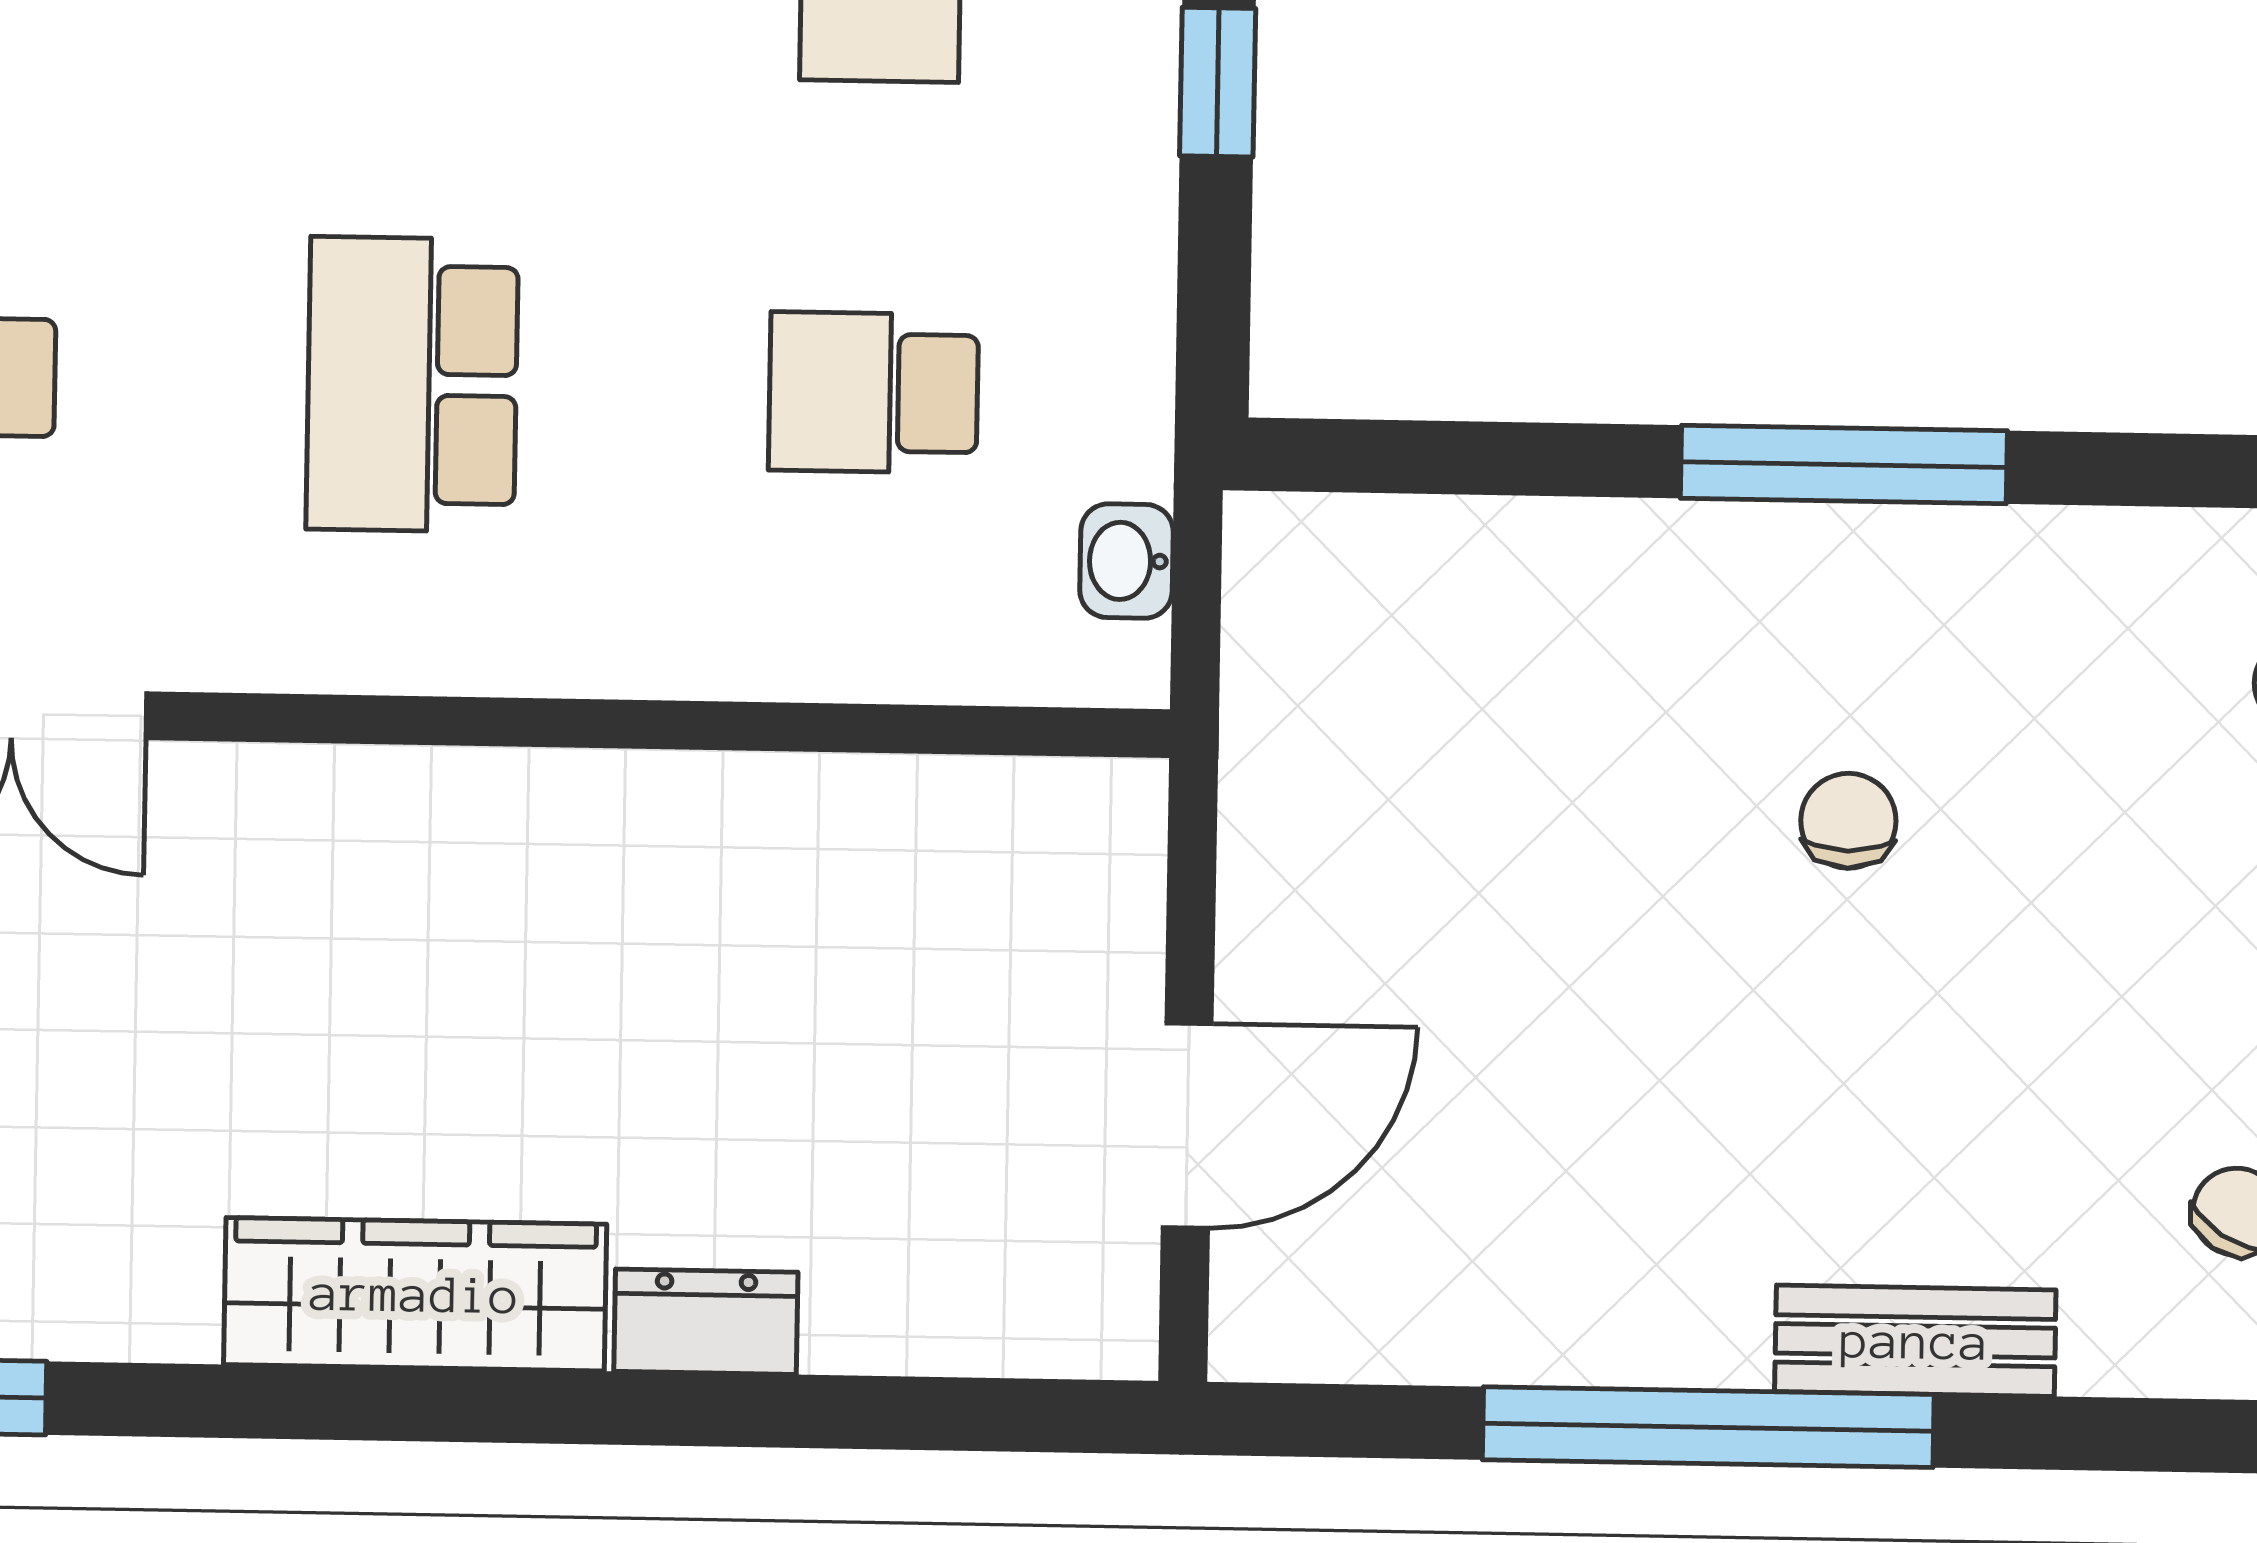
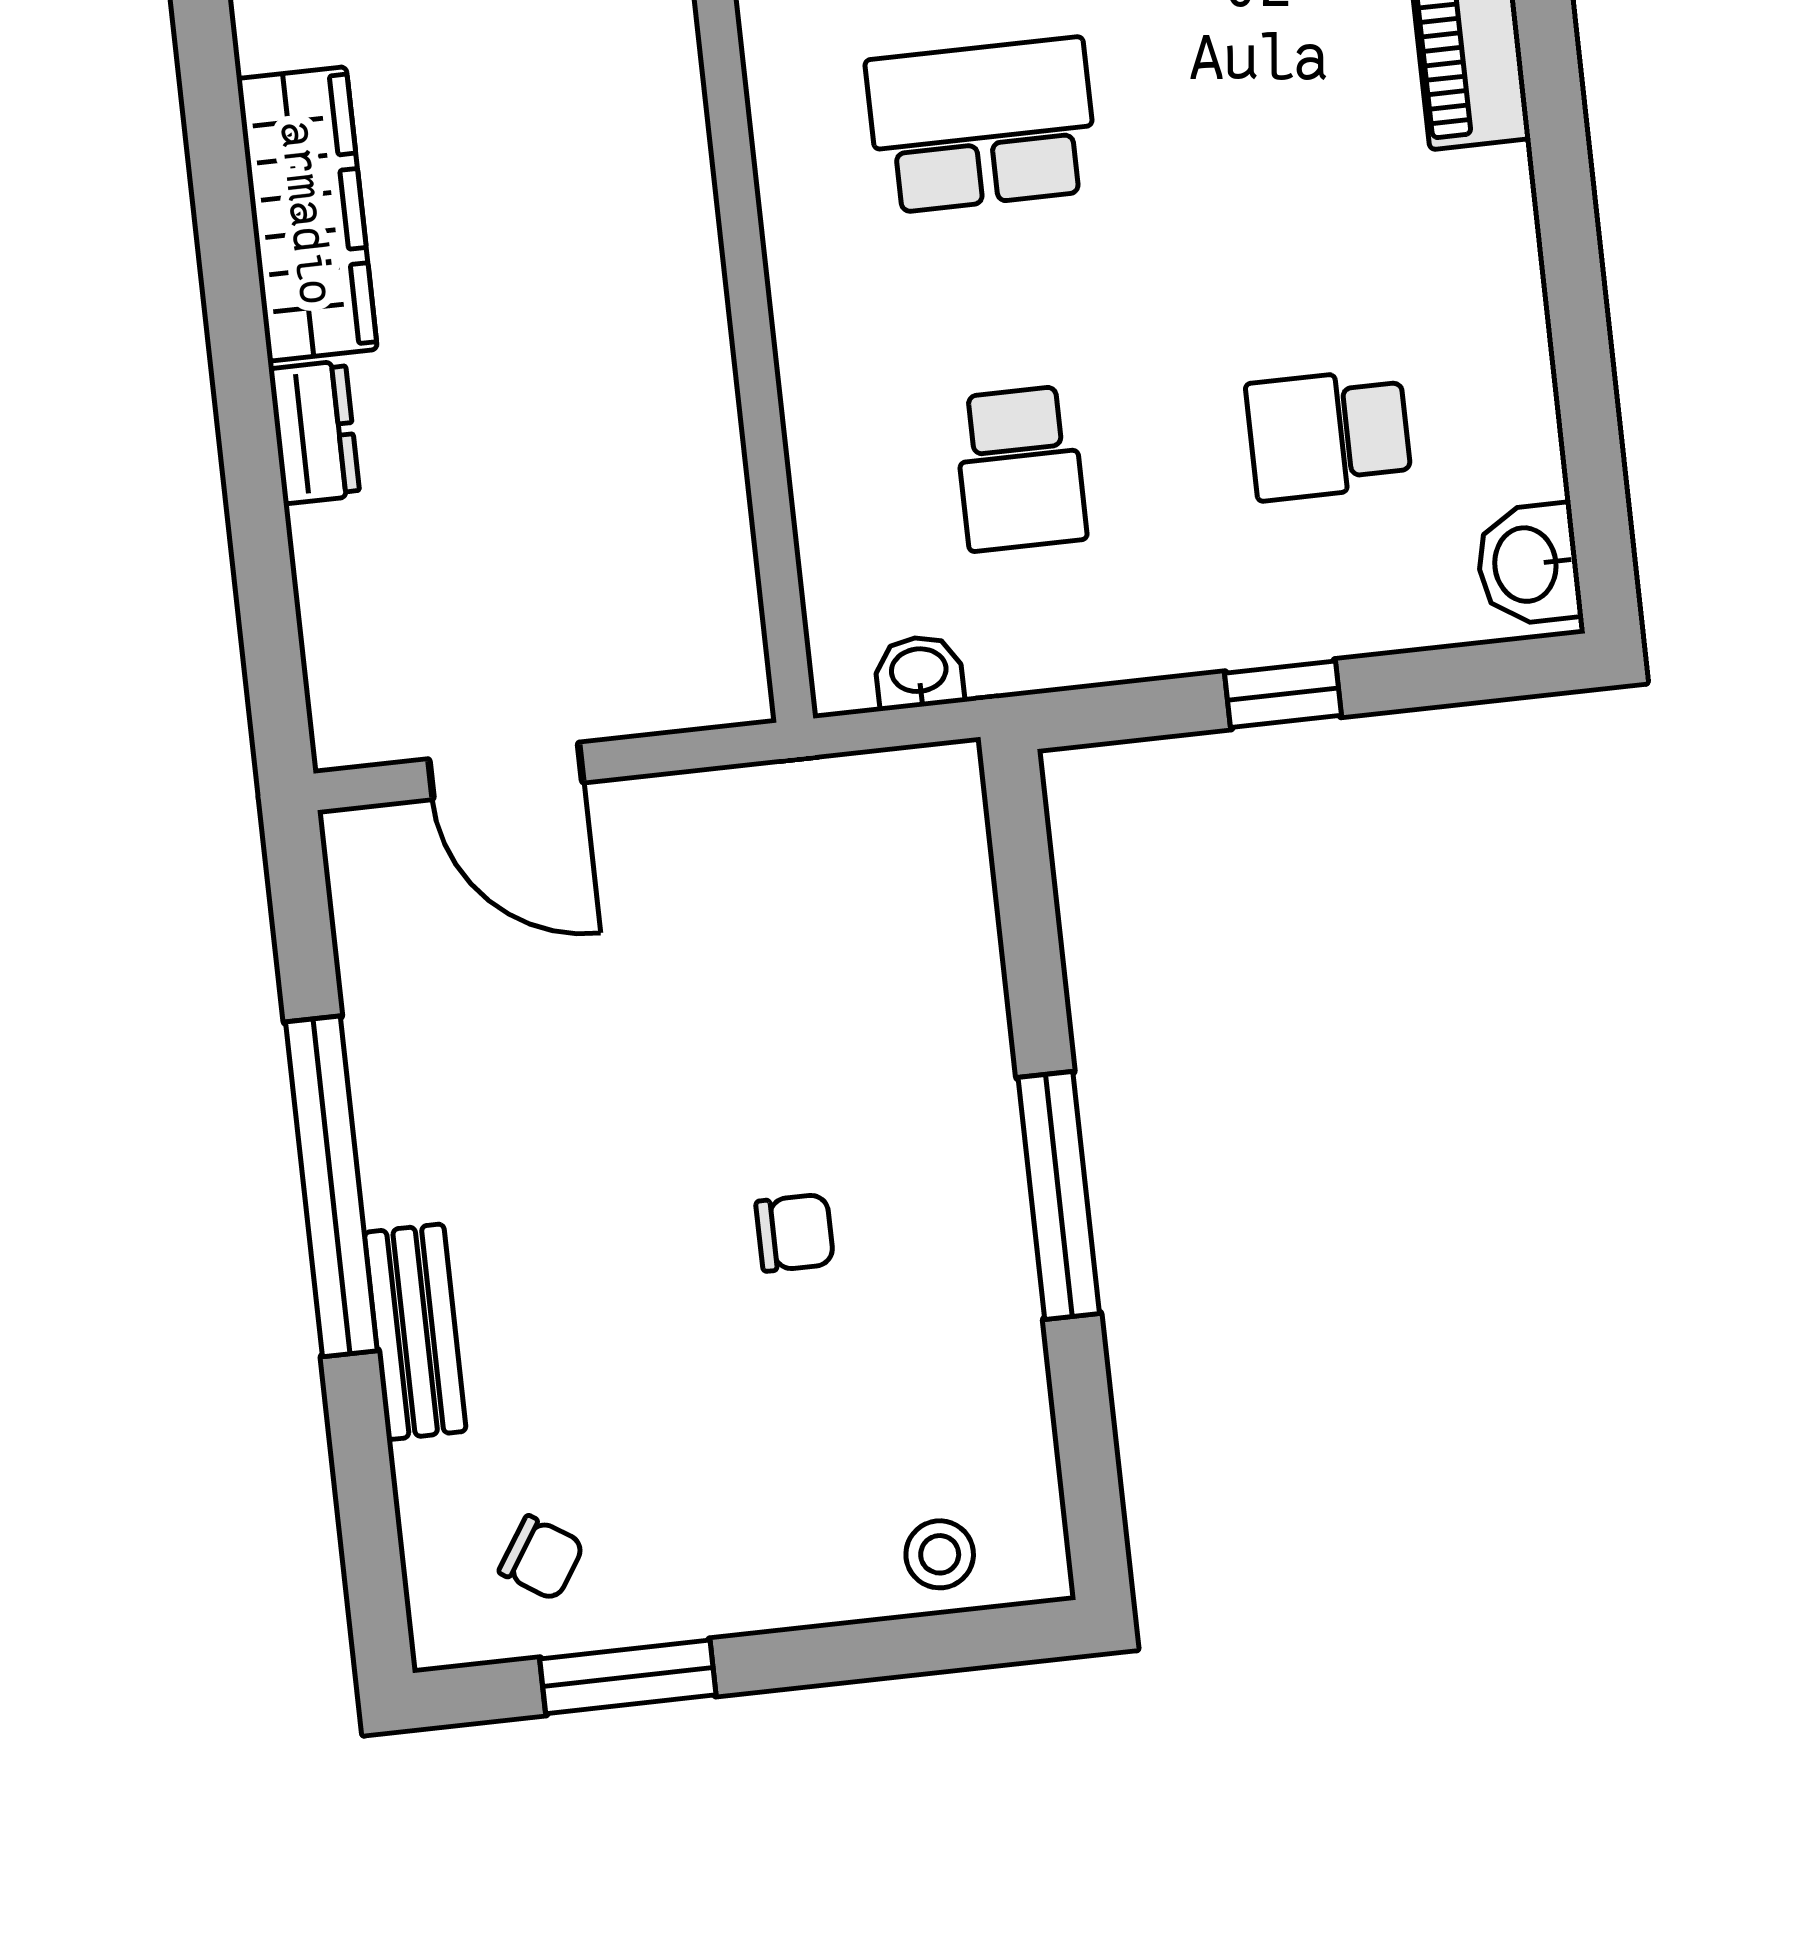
school desk: (874, 392) -> (1020, 468), turned 180

